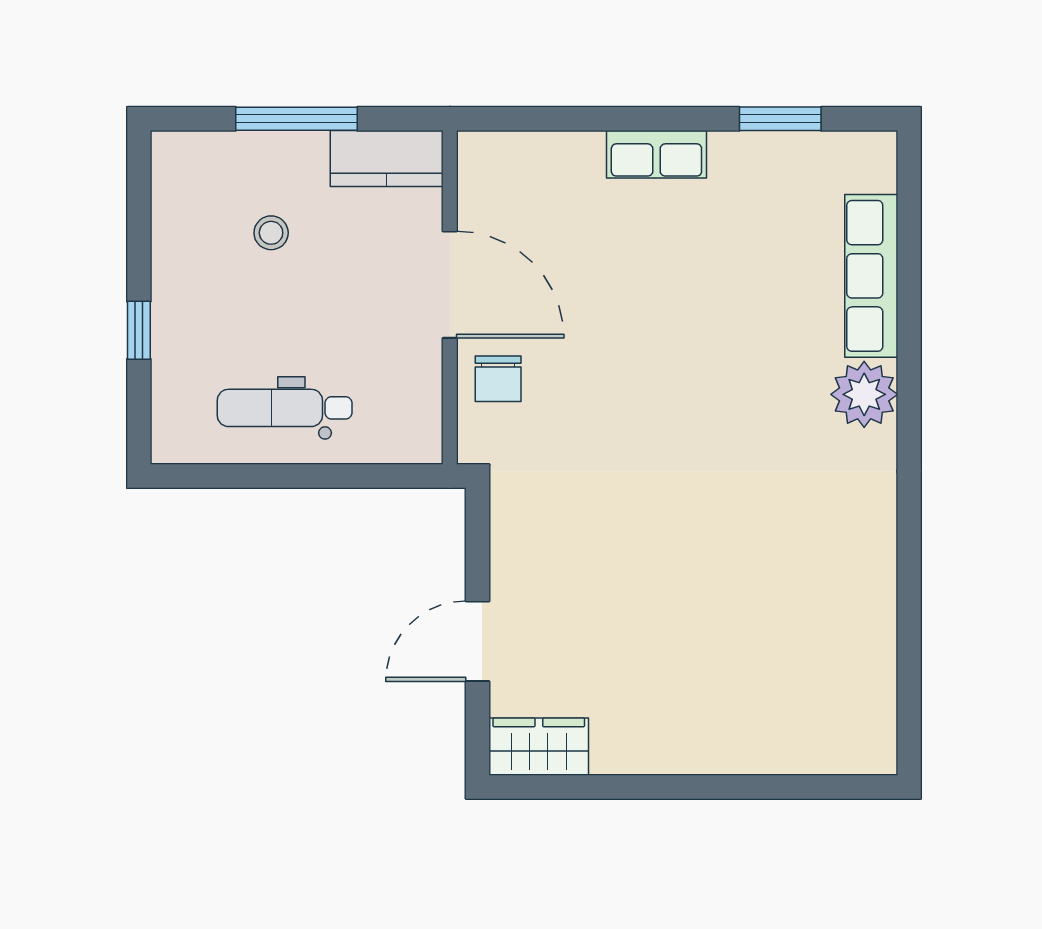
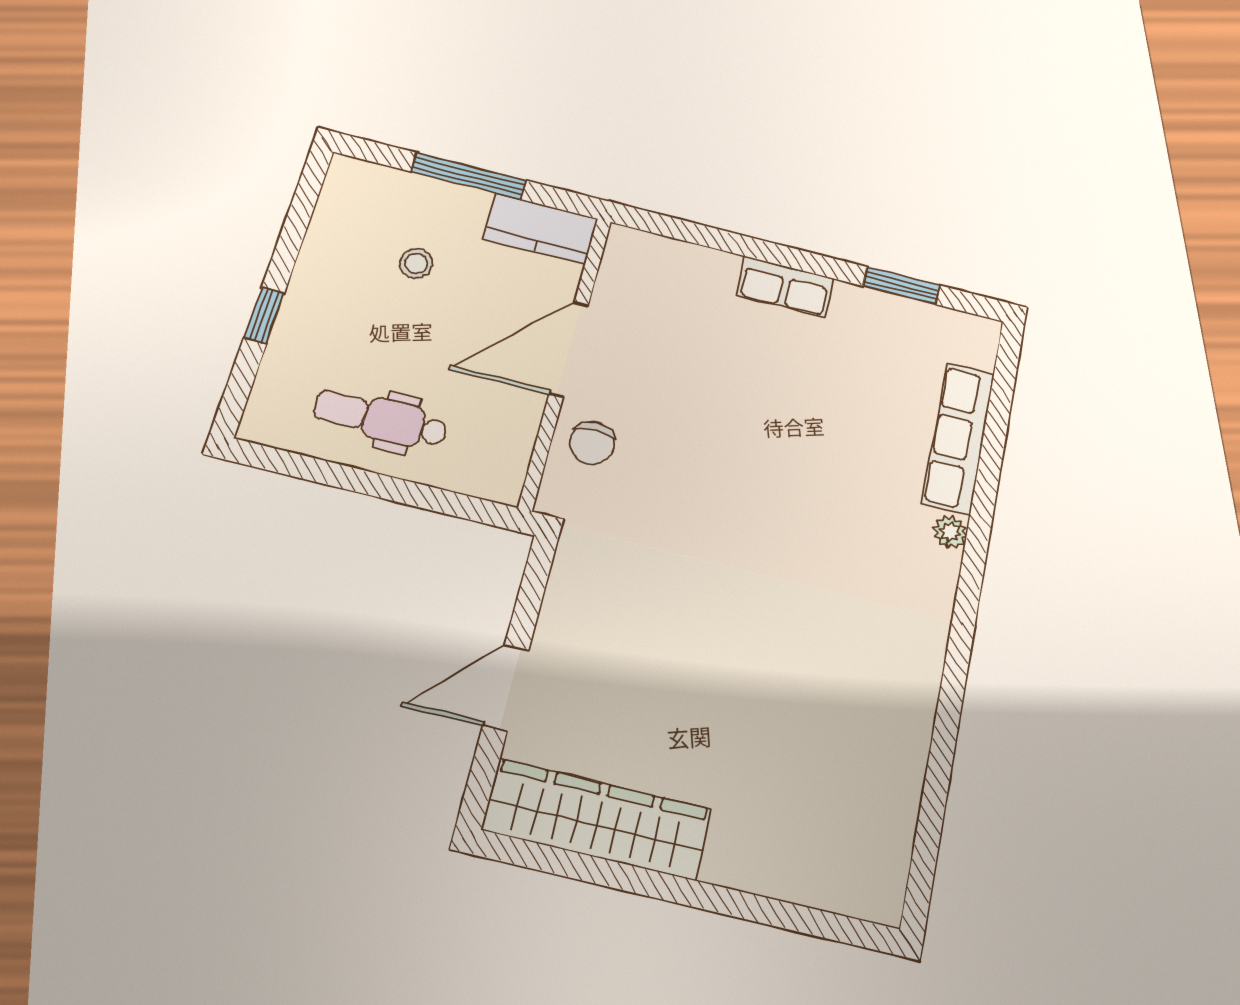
door: (450, 285) -> (569, 349), swing flipped
plant: (864, 394) -> (950, 532), width x0.53, depth x0.53
wardrobe: (539, 747) -> (597, 820), width x2.10, depth x1.17

